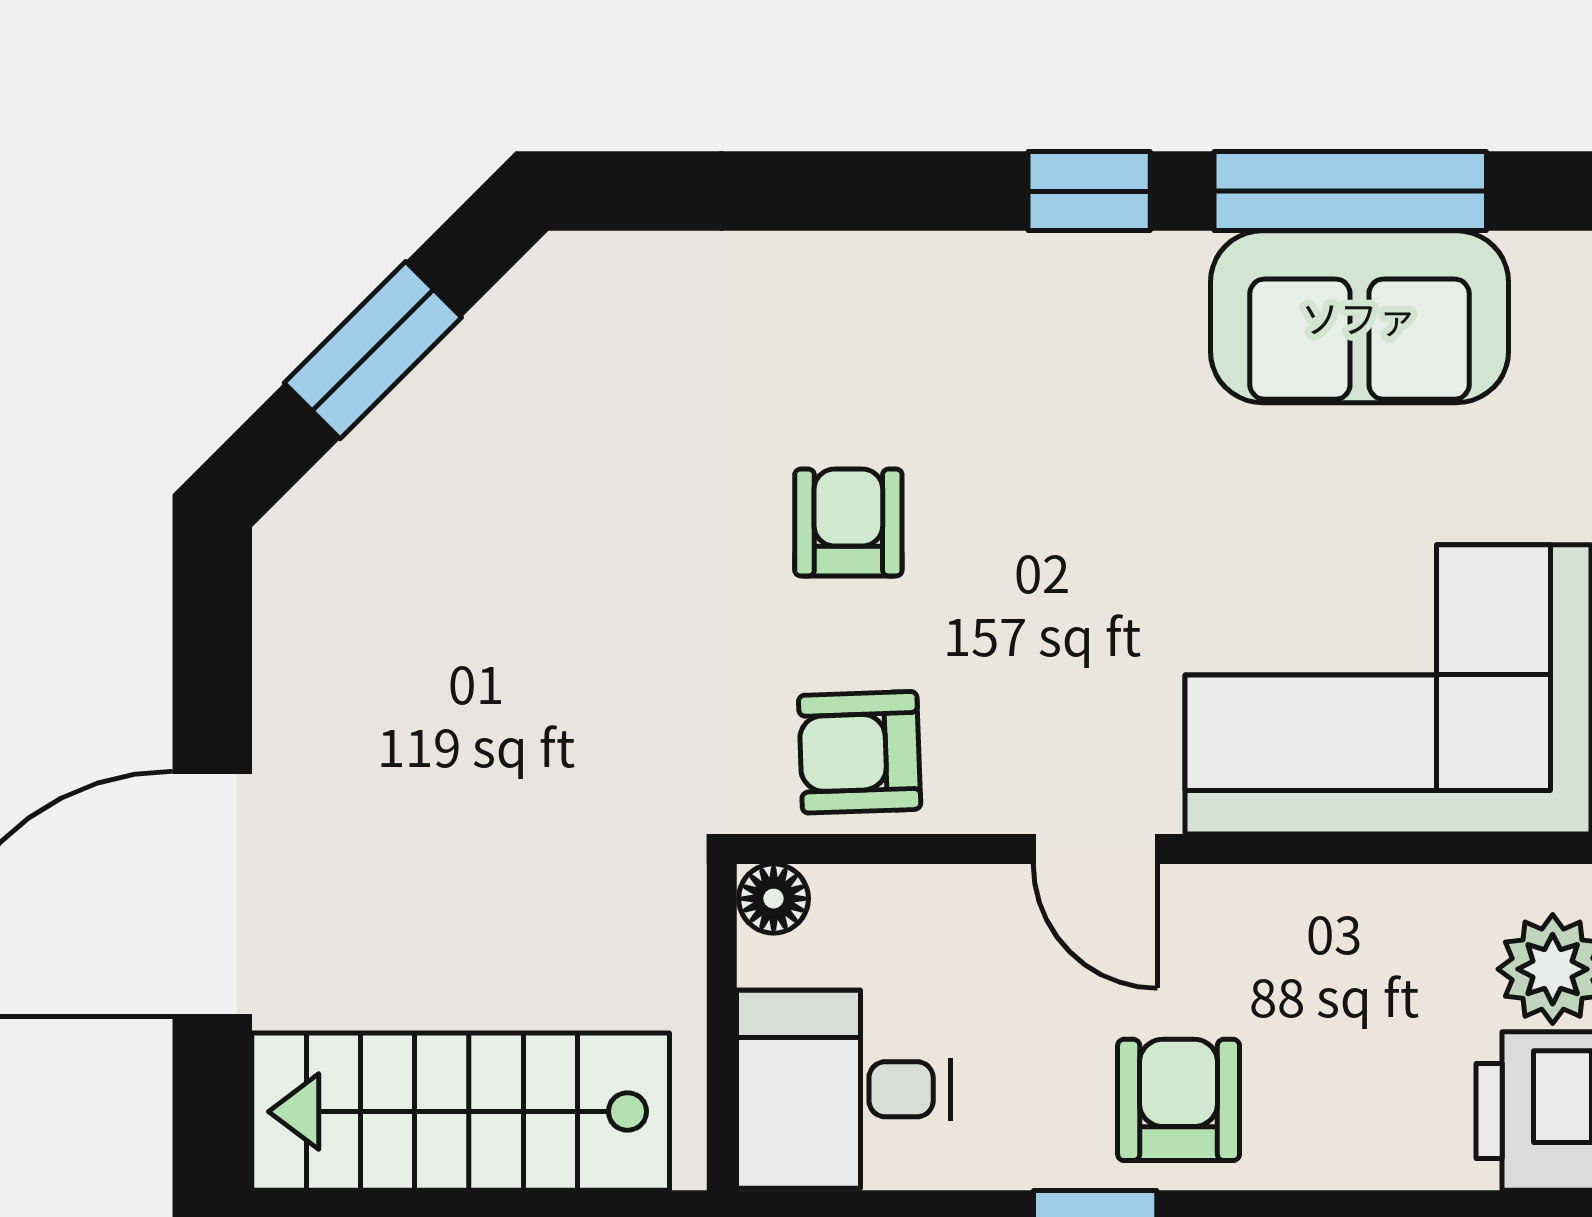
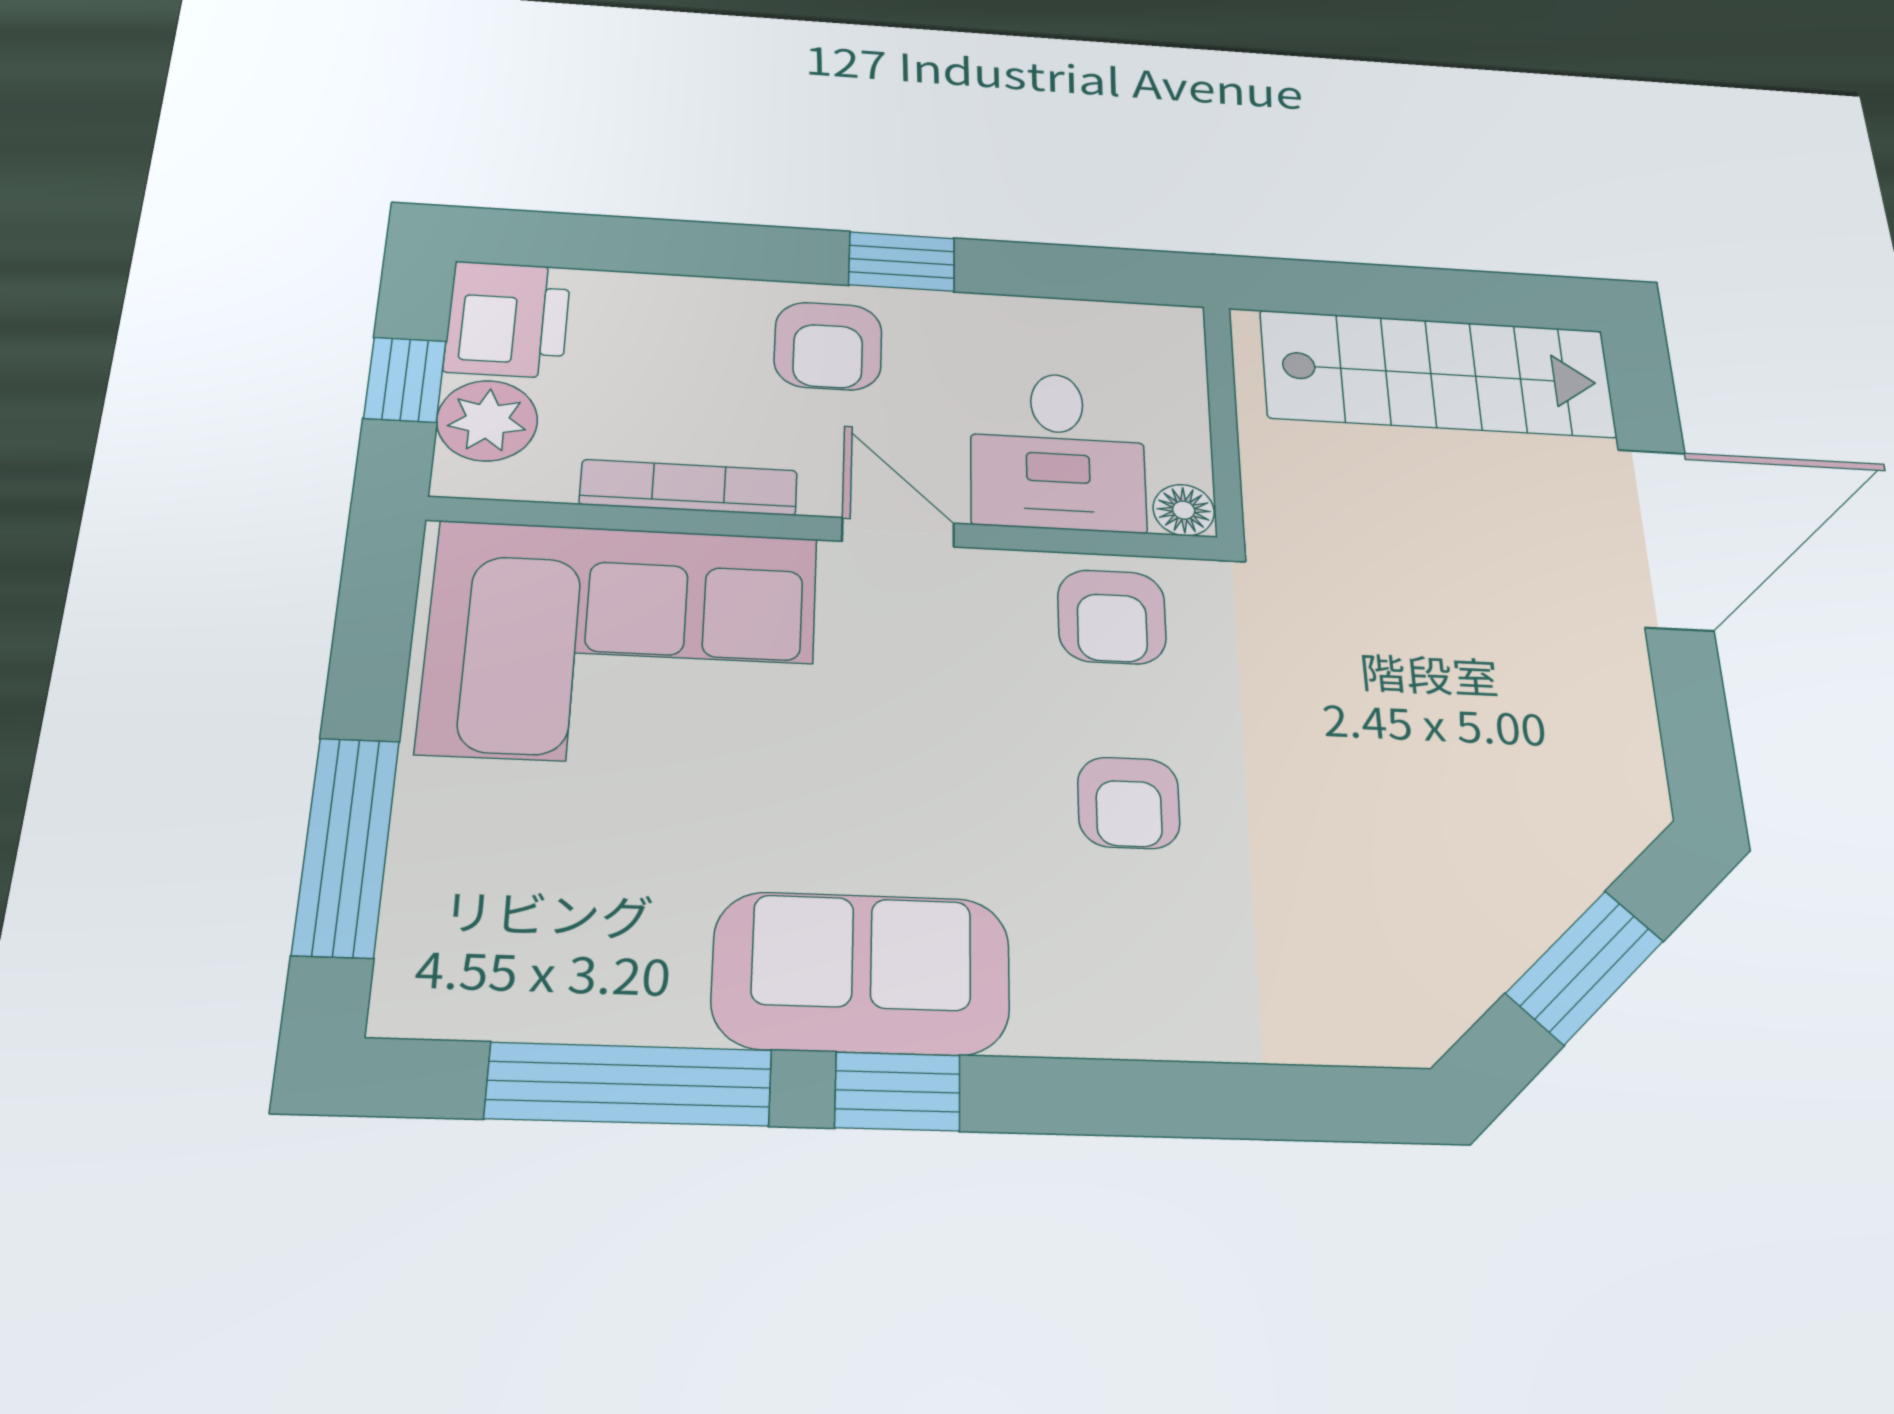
sofa: (1359, 317) -> (861, 973), moved
armchair: (860, 752) -> (1112, 617), turned 92
bookcase: (1327, 894) -> (689, 487), added
desk: (843, 1089) -> (1058, 451), moved, turned 90

